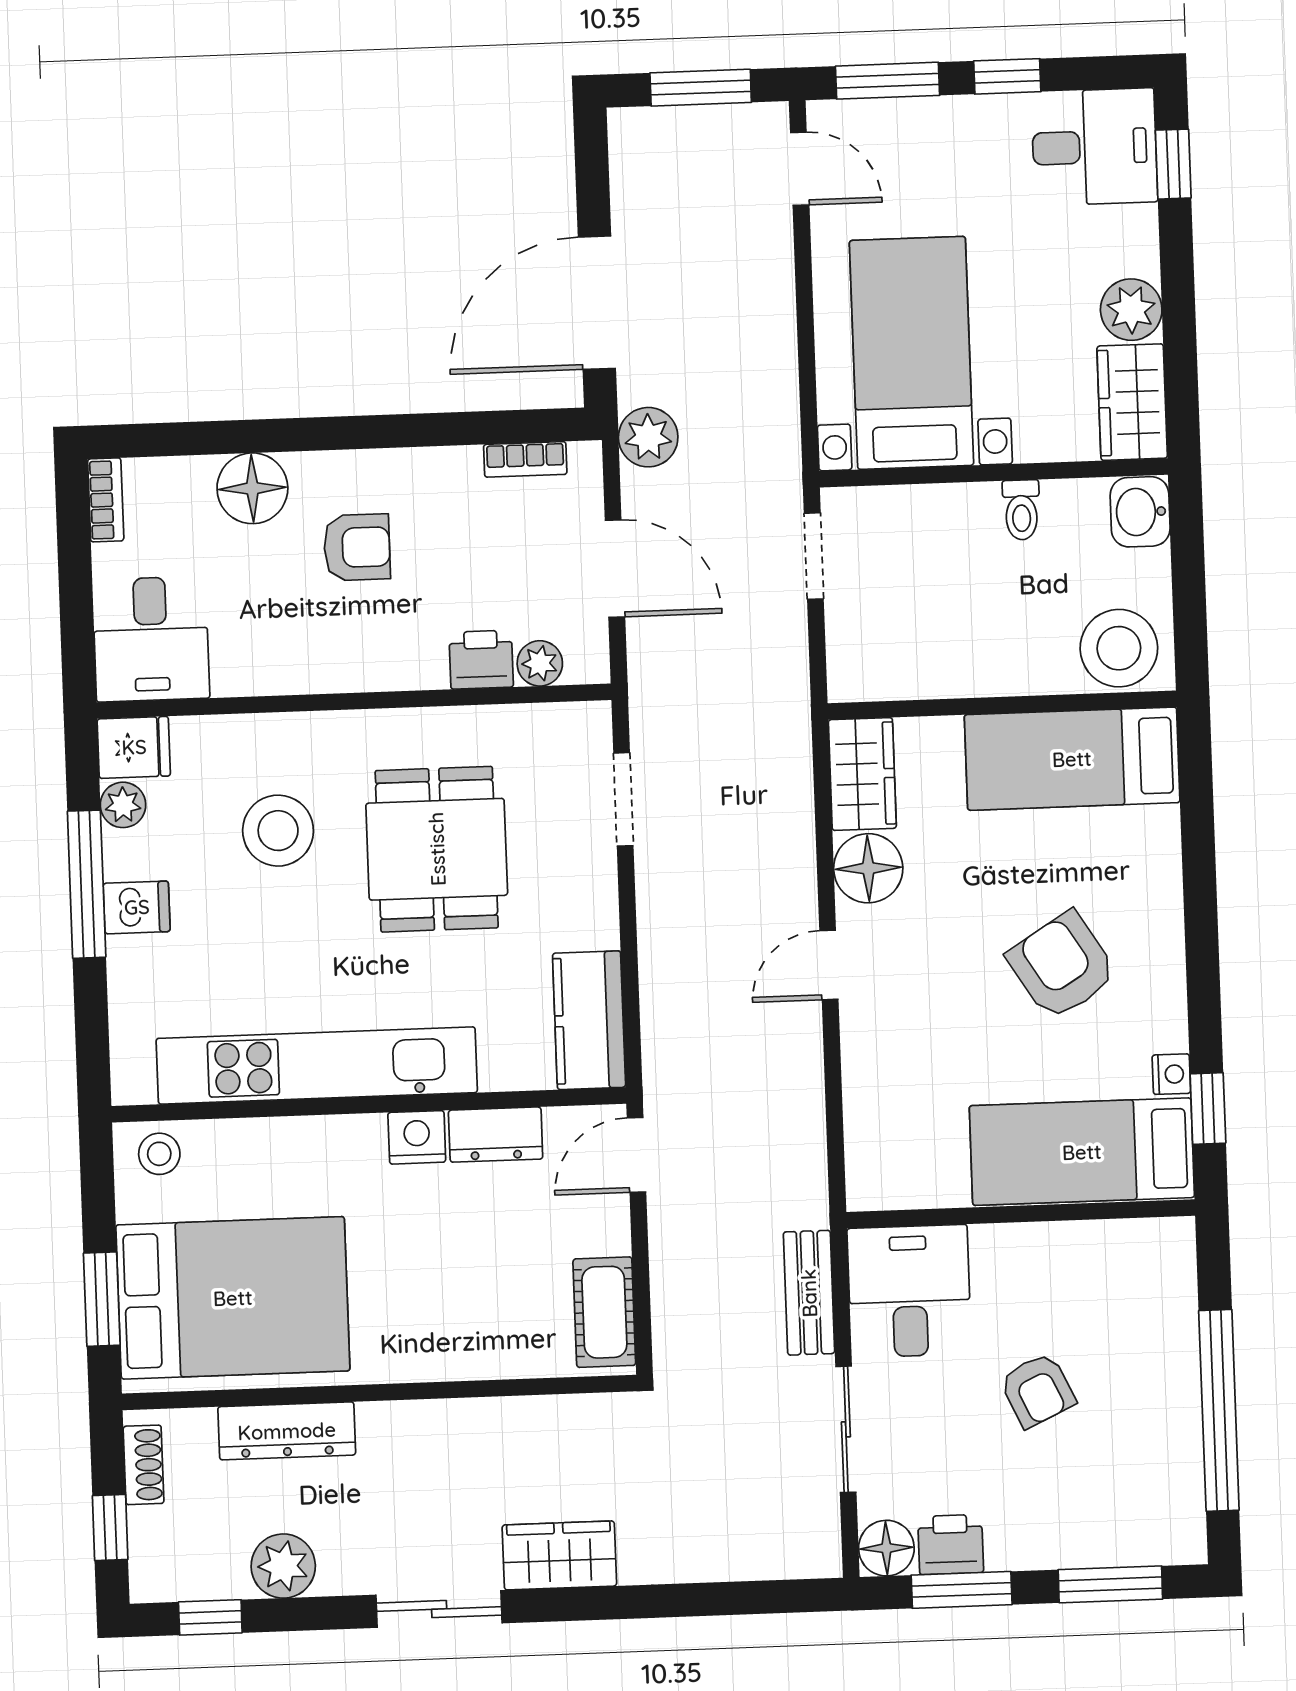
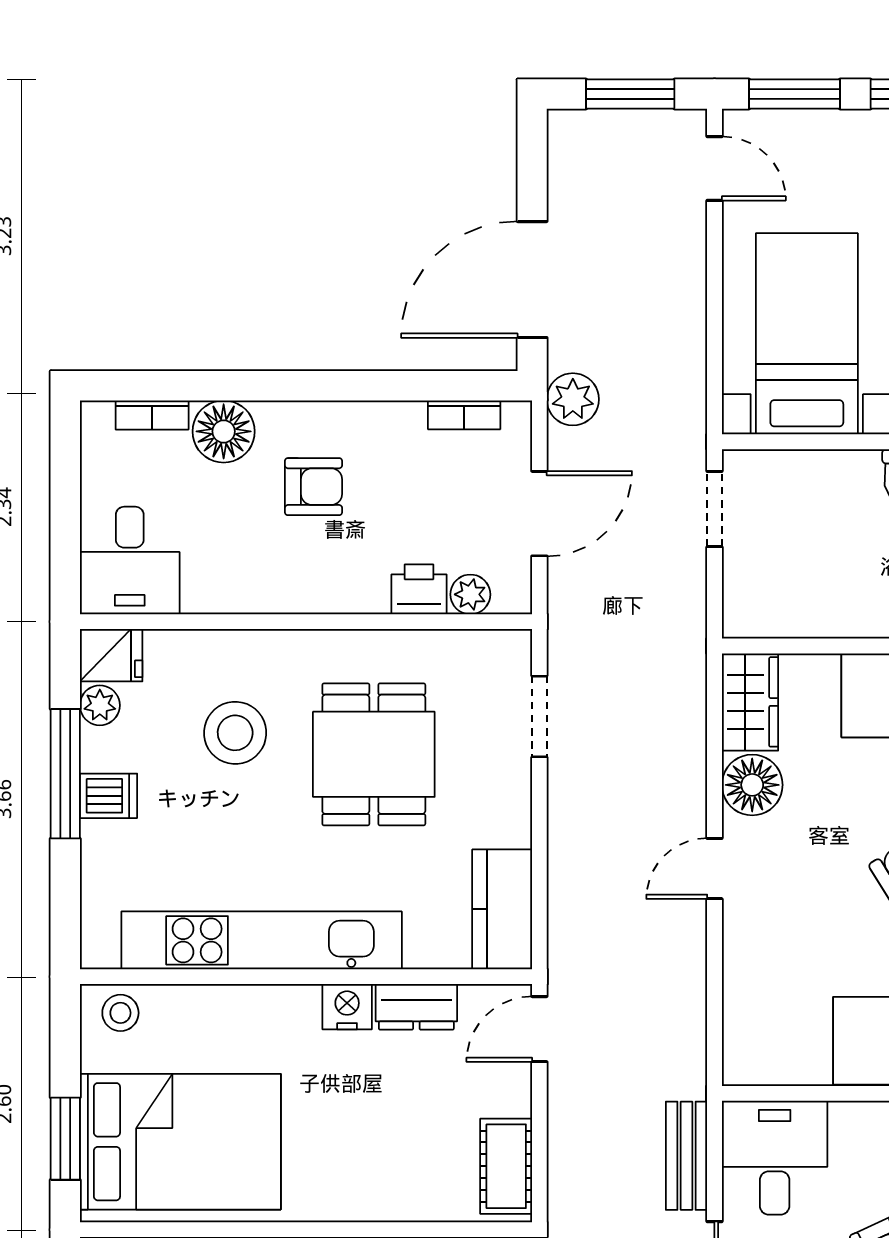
bookcase: (106, 500) -> (152, 415), moved, turned 90
door: (615, 569) -> (539, 514), hinge flipped

